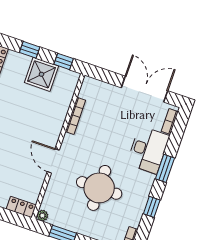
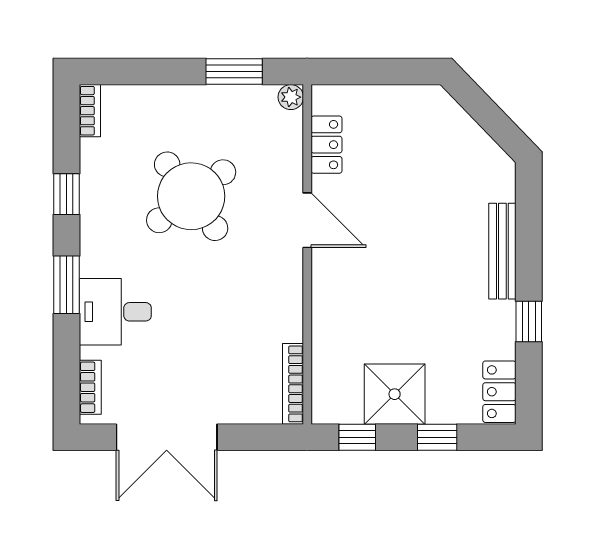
bookcase: (75, 116) -> (293, 384), moved
desk: (148, 150) -> (115, 312), width x0.73
round table: (99, 188) -> (191, 196), turned -37
locker: (21, 207) -> (326, 145), moved, turned -90

